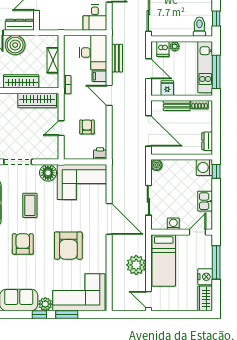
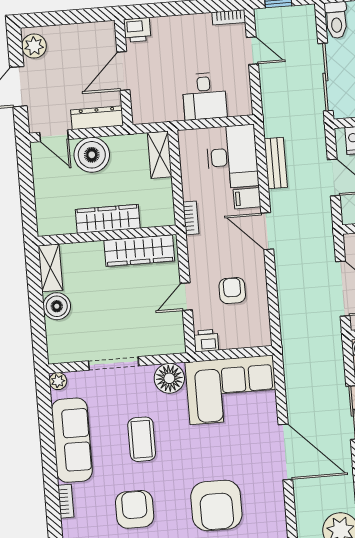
desk: (95, 18) -> (204, 96), moved
shelving: (53, 60) -> (160, 155), moved
printer: (100, 154) -> (206, 341), moved

